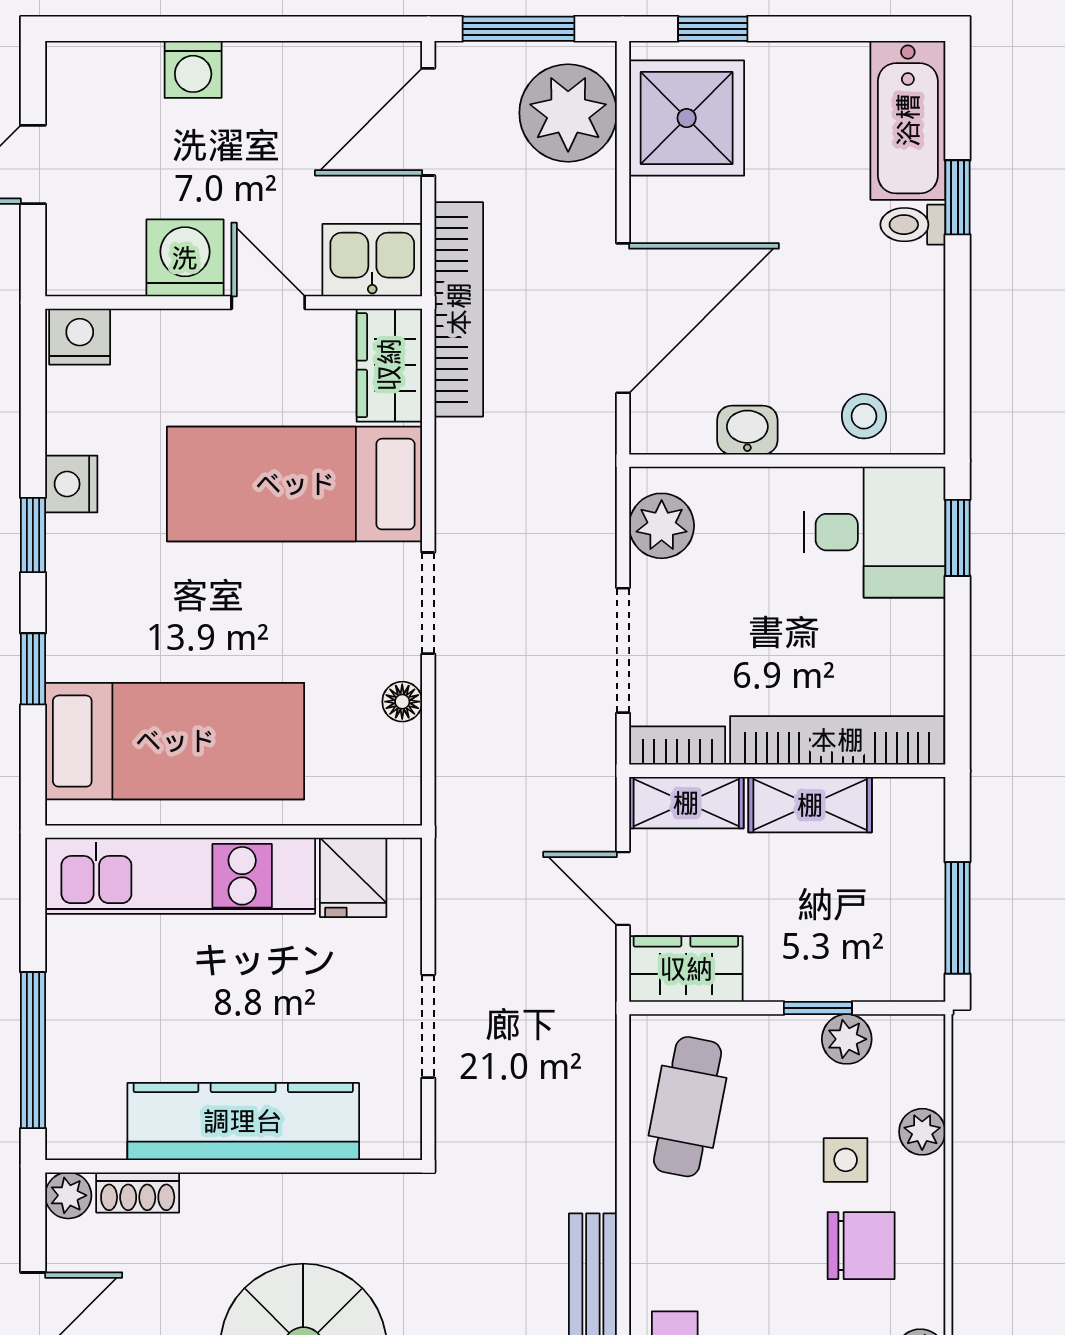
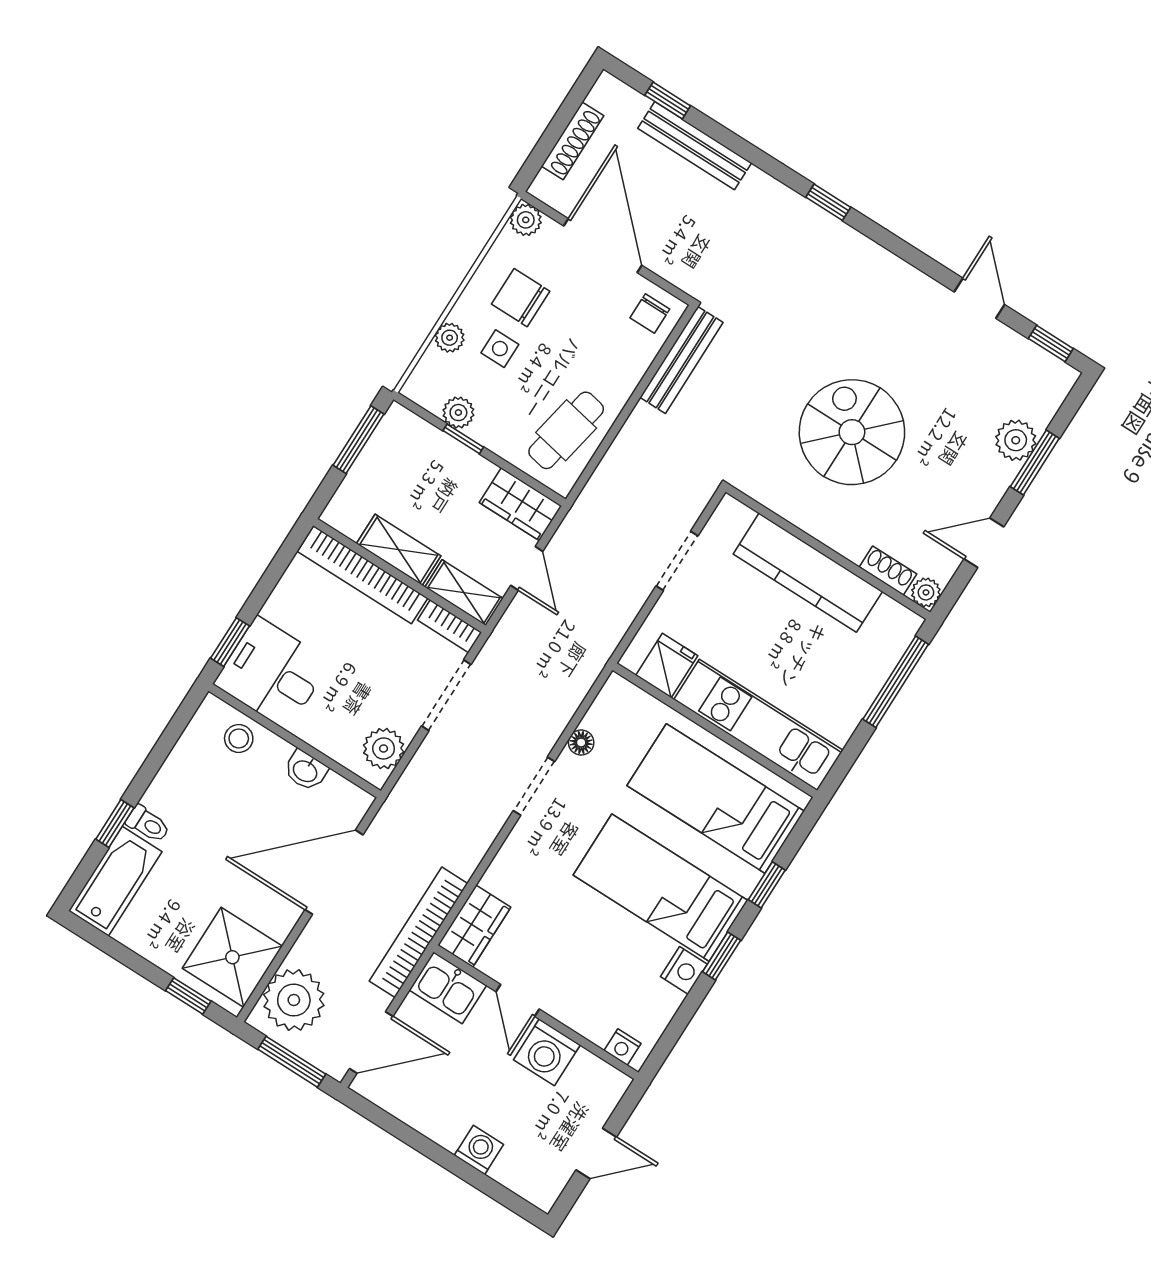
nightstand: (80, 337) -> (622, 1047), width x0.72, depth x0.74
bed: (295, 484) -> (660, 888), moved, turned 180

